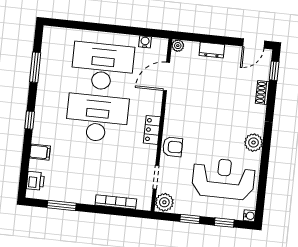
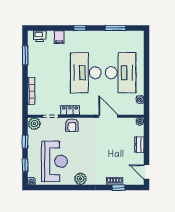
window: (274, 71) -> (119, 188), moved
door: (167, 76) -> (108, 116), moved
desk: (97, 118) -> (86, 73), turned 180
locker: (152, 130) -> (70, 110), moved

